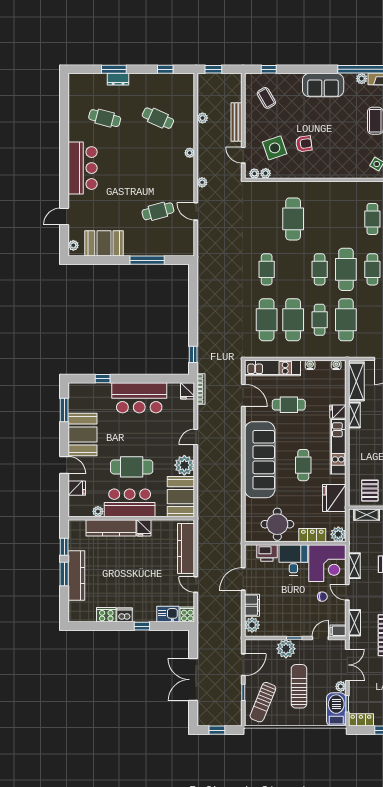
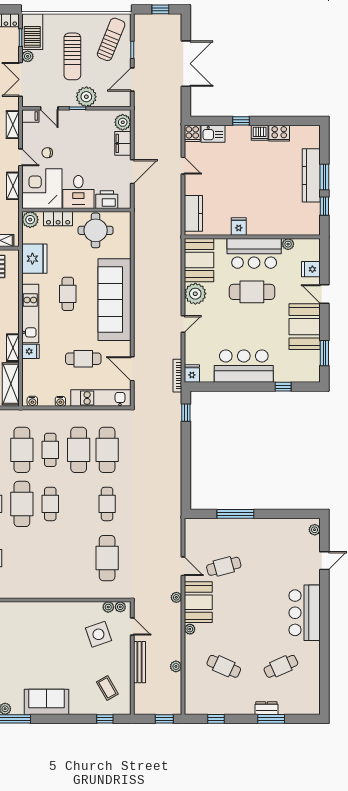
cafe table: (105, 118) -> (281, 666), turned -39
armchair: (304, 144) -> (67, 639), removed
cafe table: (293, 219) -> (107, 558), moved
booth: (104, 243) -> (198, 602), moved, turned 90
kitchen counter: (111, 528) -> (274, 227), removed
kitchen counter: (186, 548) -> (193, 213), width x0.67
door: (320, 638) -> (49, 108), hinge flipped

